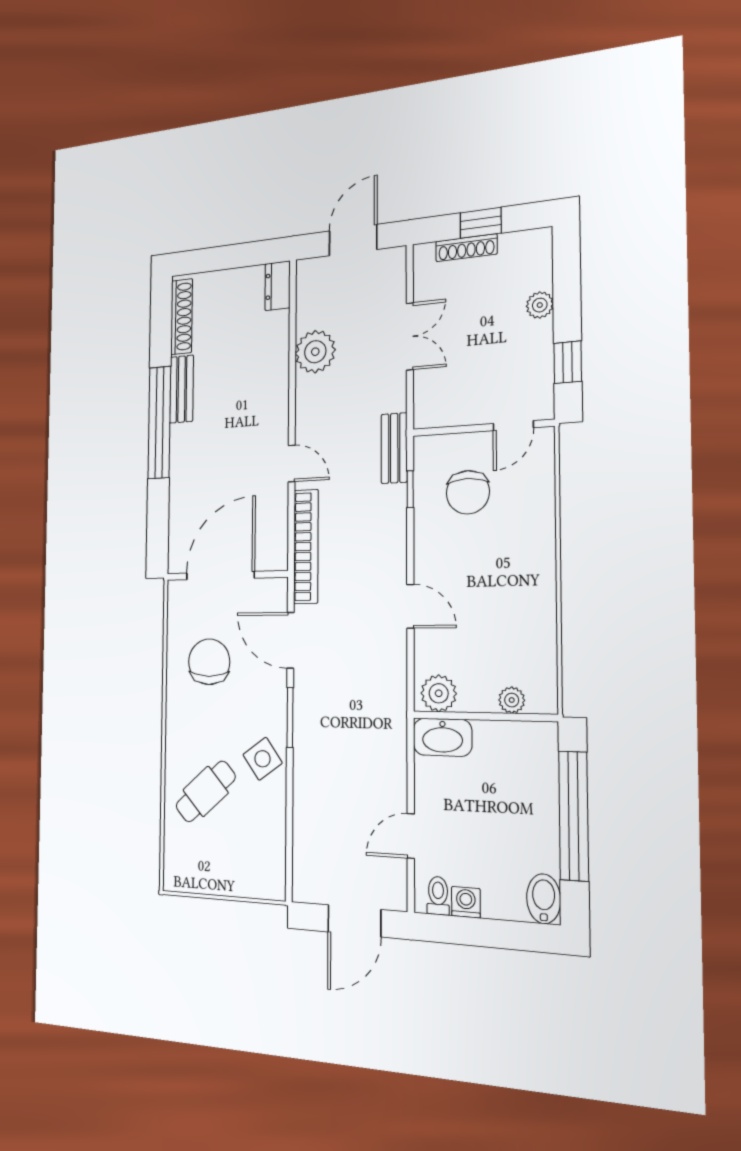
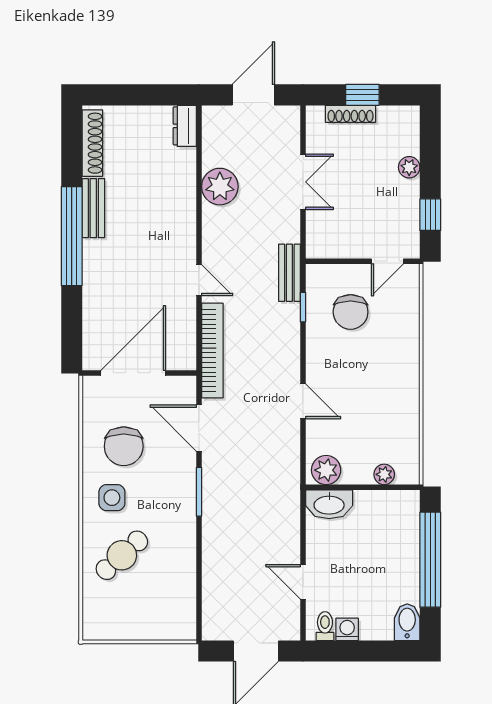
chair: (209, 662) -> (124, 446), turned 180
side table: (263, 759) -> (112, 498), moved, turned 36
door: (411, 836) -> (303, 582), hinge flipped

